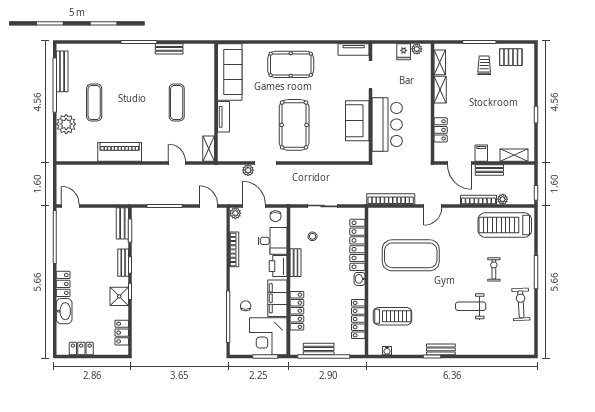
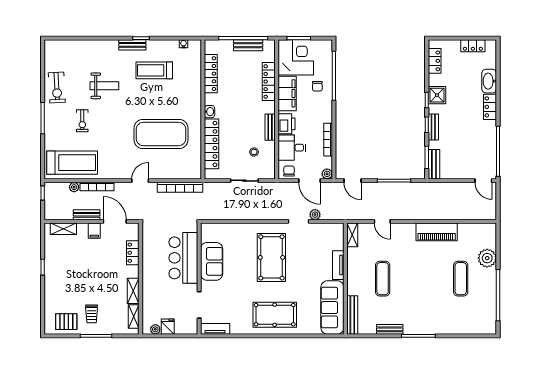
bench: (62, 71) -> (352, 315), moved
treadmill: (392, 316) -> (154, 70), moved

